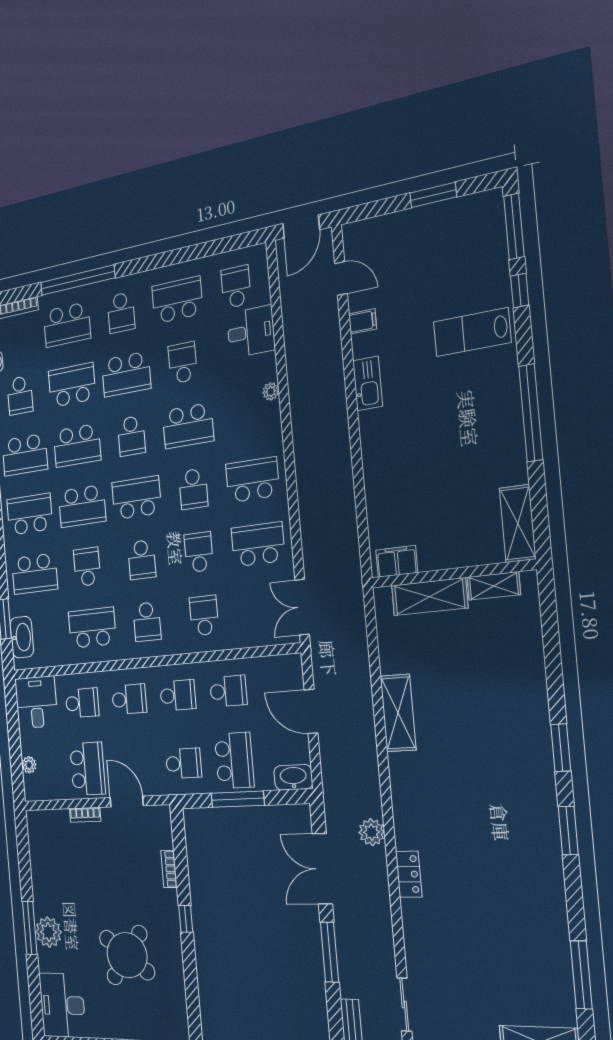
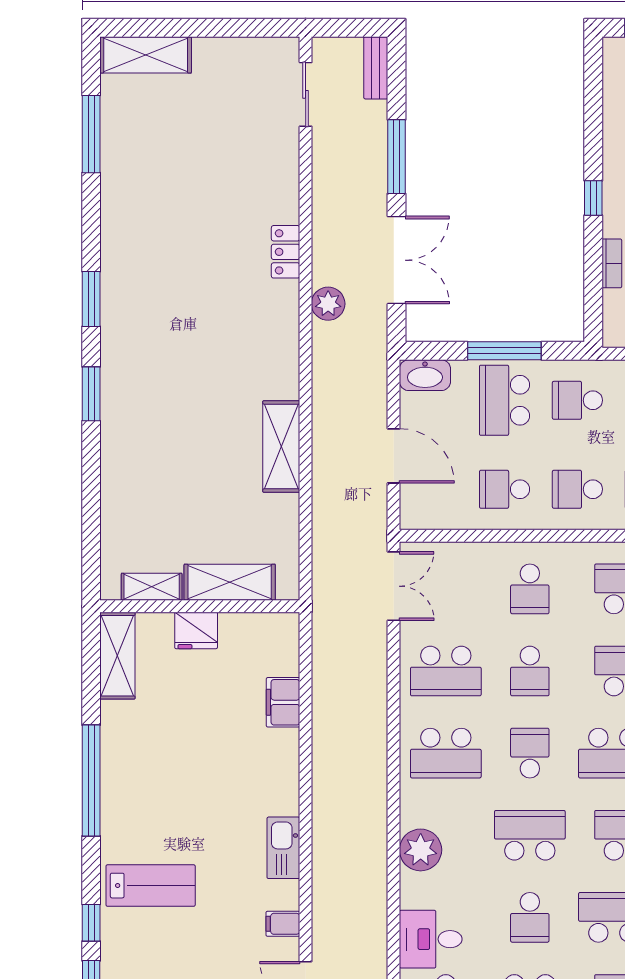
plant: (271, 391) -> (421, 850), width x1.88, depth x1.88
fridge: (453, 553) -> (196, 630), added
filing cabinet: (397, 561) -> (283, 702), moved, turned 90

